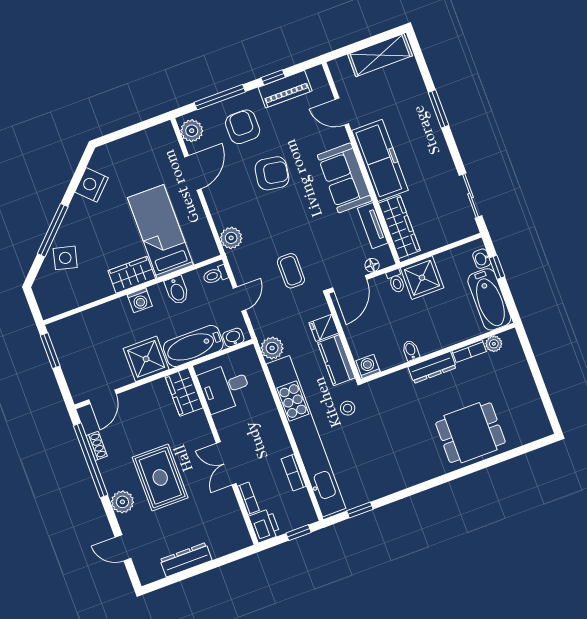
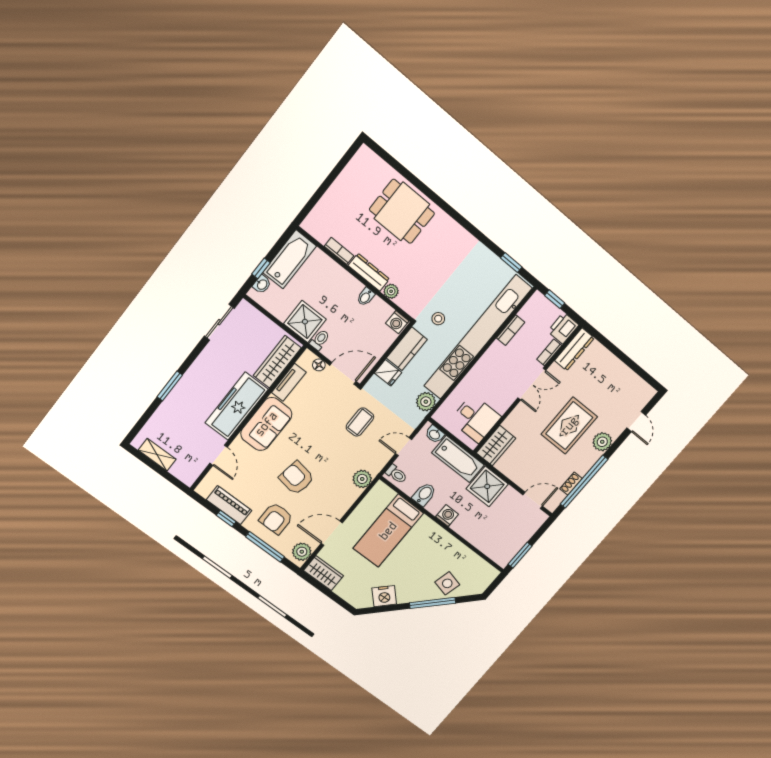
shelving: (380, 55) -> (157, 455), width x0.67, depth x0.75
wardrobe: (132, 275) -> (324, 573), moved, turned 180
plant: (494, 344) -> (391, 291), moved
dresser: (186, 560) -> (574, 349), moved, turned -90

